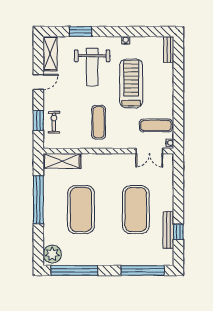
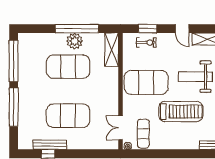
exercise mat: (99, 122) -> (146, 82), width x2.00, depth x1.45
plant: (52, 254) -> (75, 41), moved
window: (143, 270) -> (14, 107), moved

